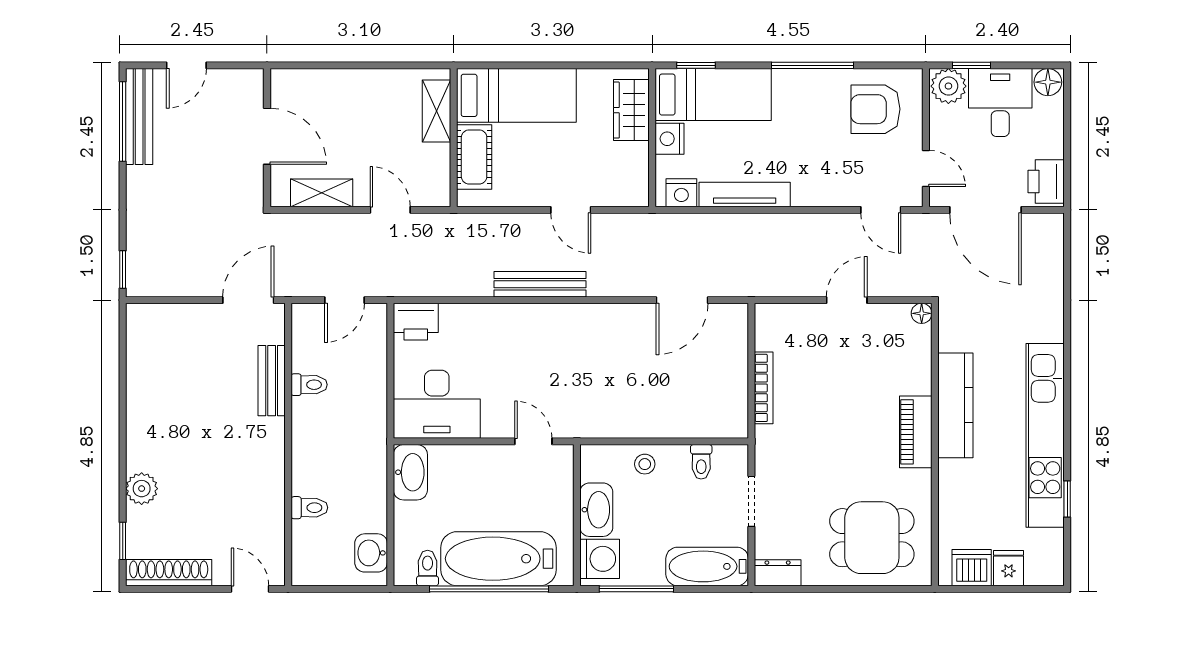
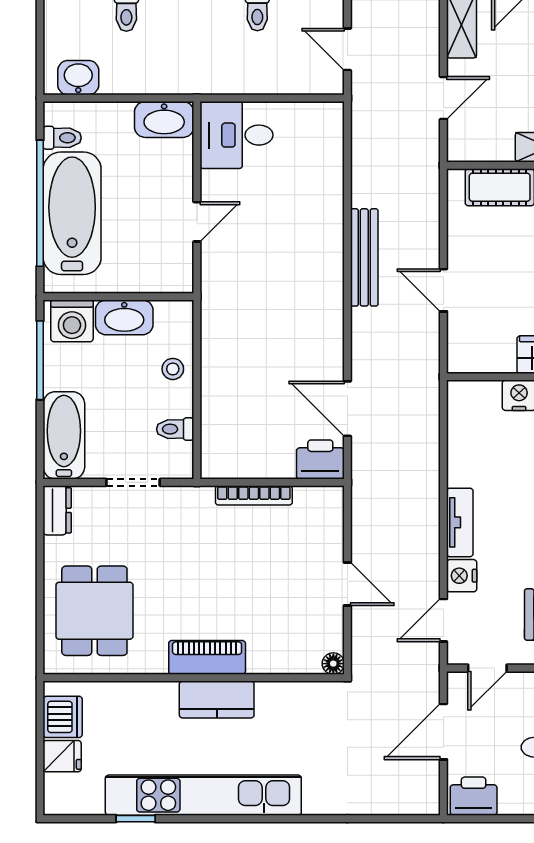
nightstand: (681, 193) -> (462, 576), moved
tv unit: (745, 194) -> (460, 522), moved, width x0.71
door: (571, 210) -> (443, 290), hinge flipped
door: (985, 210) -> (443, 732), width x0.73
printer: (416, 322) -> (320, 459), moved, turned 90
desk: (437, 404) -> (236, 135), width x0.73
kitchen counter: (955, 405) -> (217, 700), width x0.67
door: (533, 441) -> (197, 222), moved

